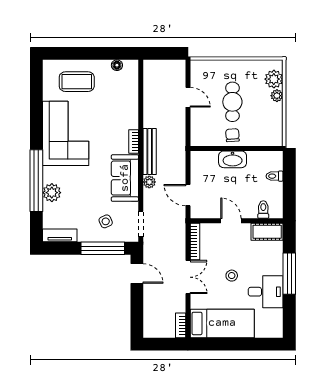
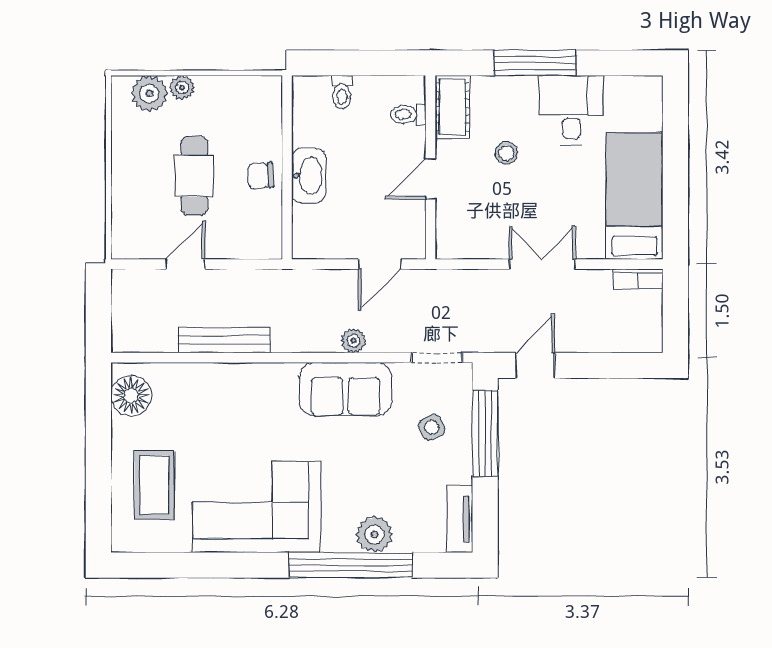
floor lamp: (117, 65) -> (131, 396), width x1.89, depth x1.89
cafe table: (232, 102) -> (194, 176), turned 90
bookcase: (134, 142) -> (273, 372), removed
bench: (150, 151) -> (224, 340), moved
bookcase: (195, 242) -> (472, 250), removed
stool: (232, 276) -> (506, 153), moved

